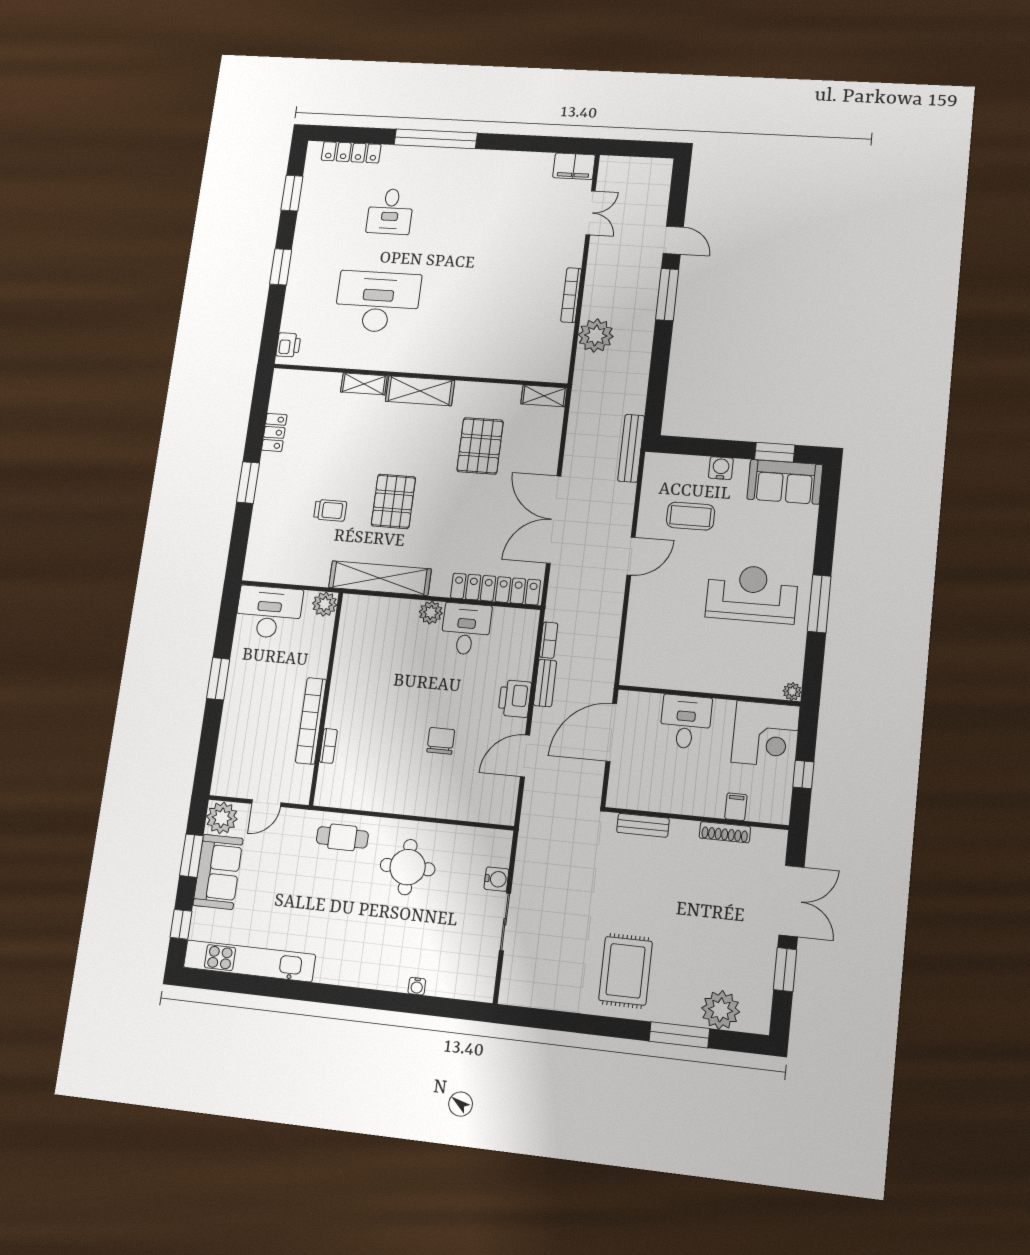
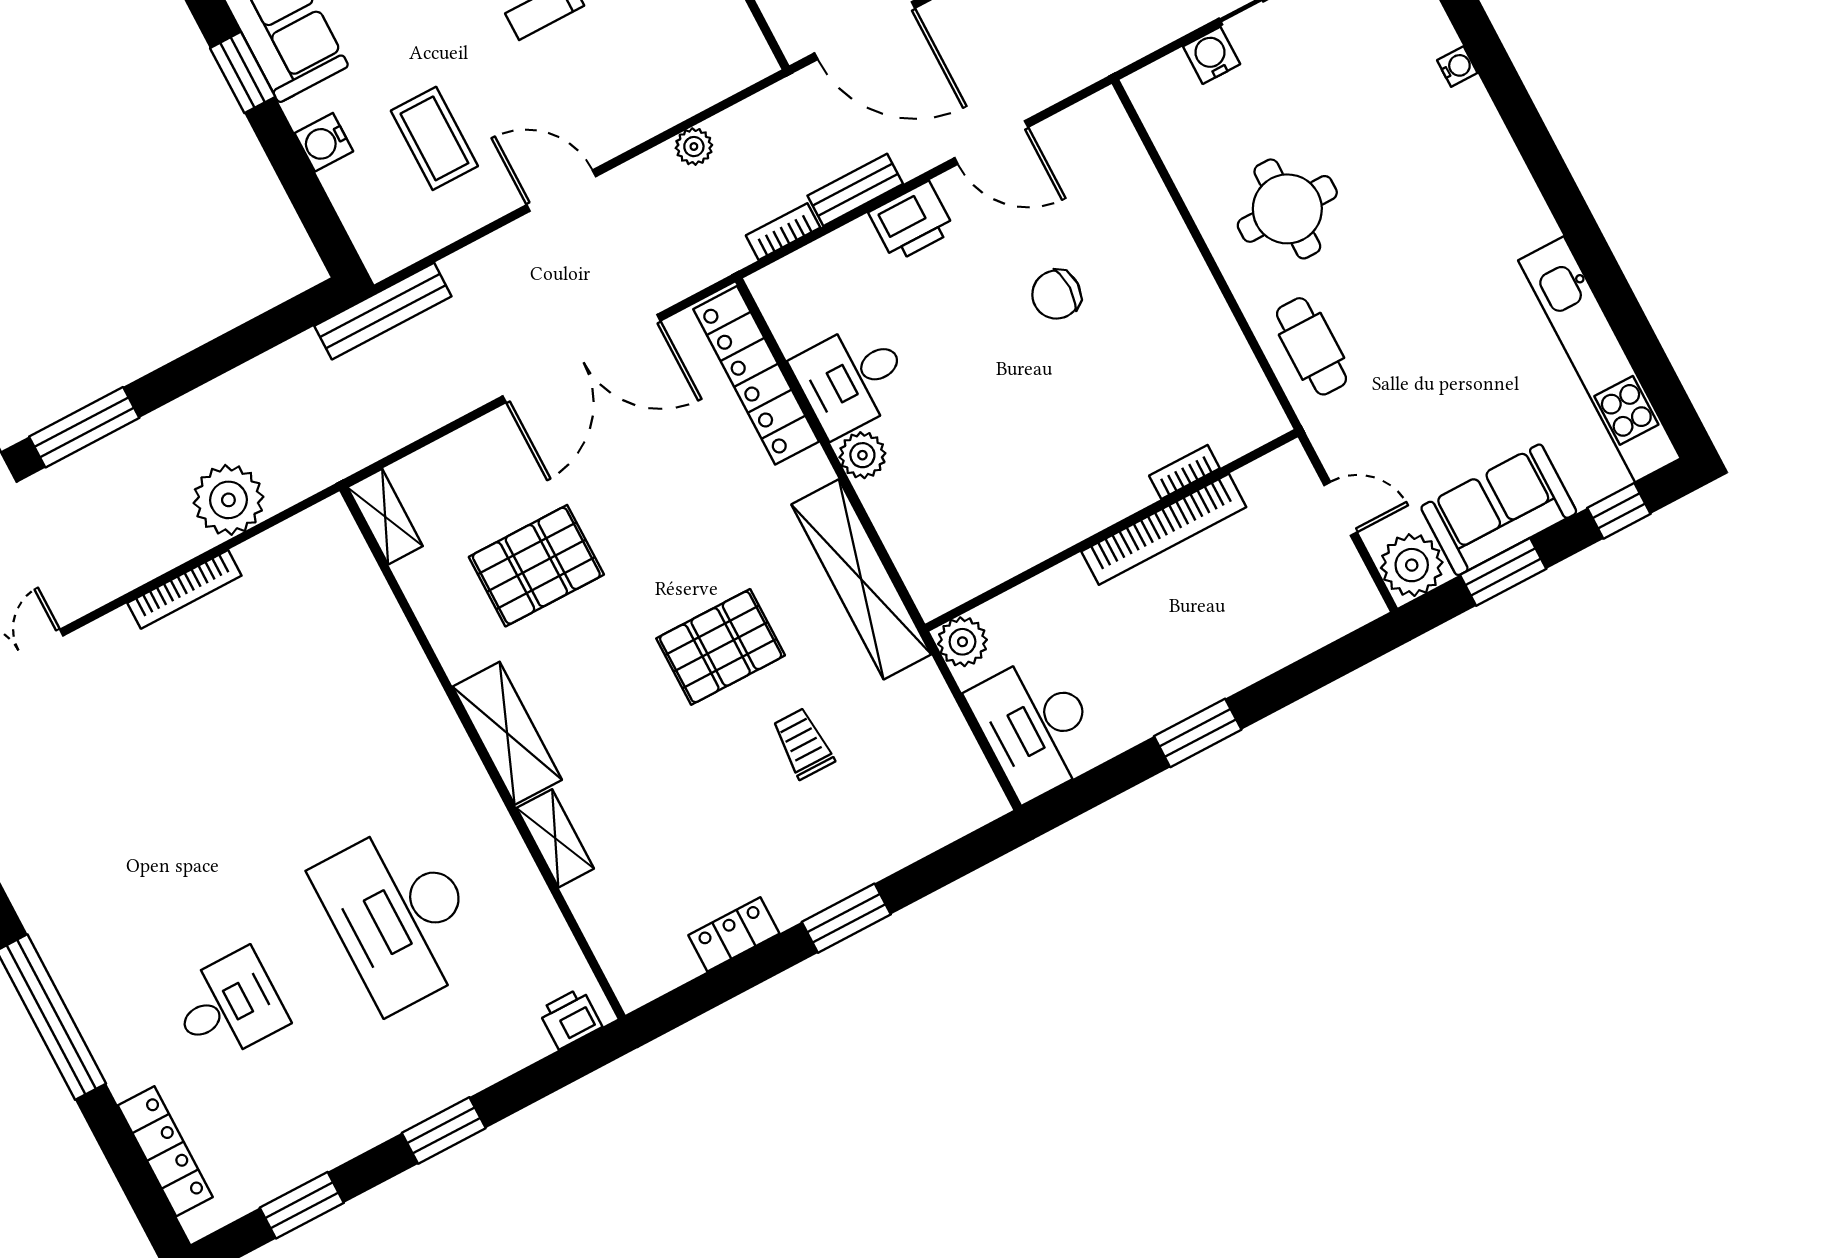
plant: (611, 625) -> (694, 147), added

